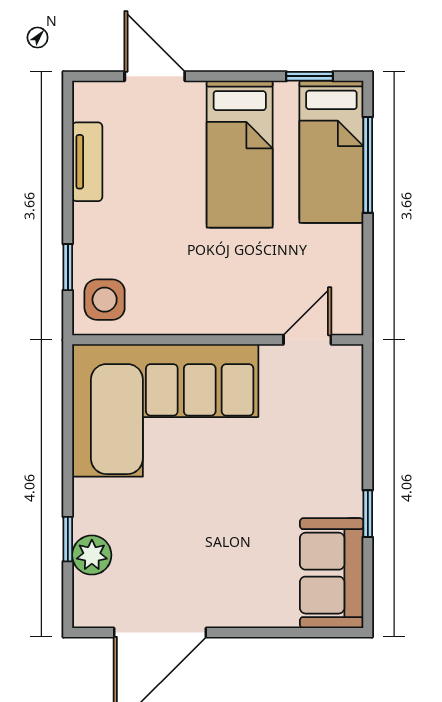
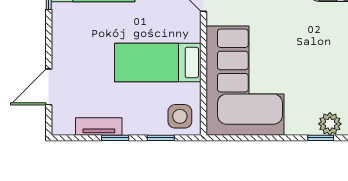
bed: (240, 154) -> (158, 63), moved, turned 180
window: (68, 189) -> (115, 138), added

